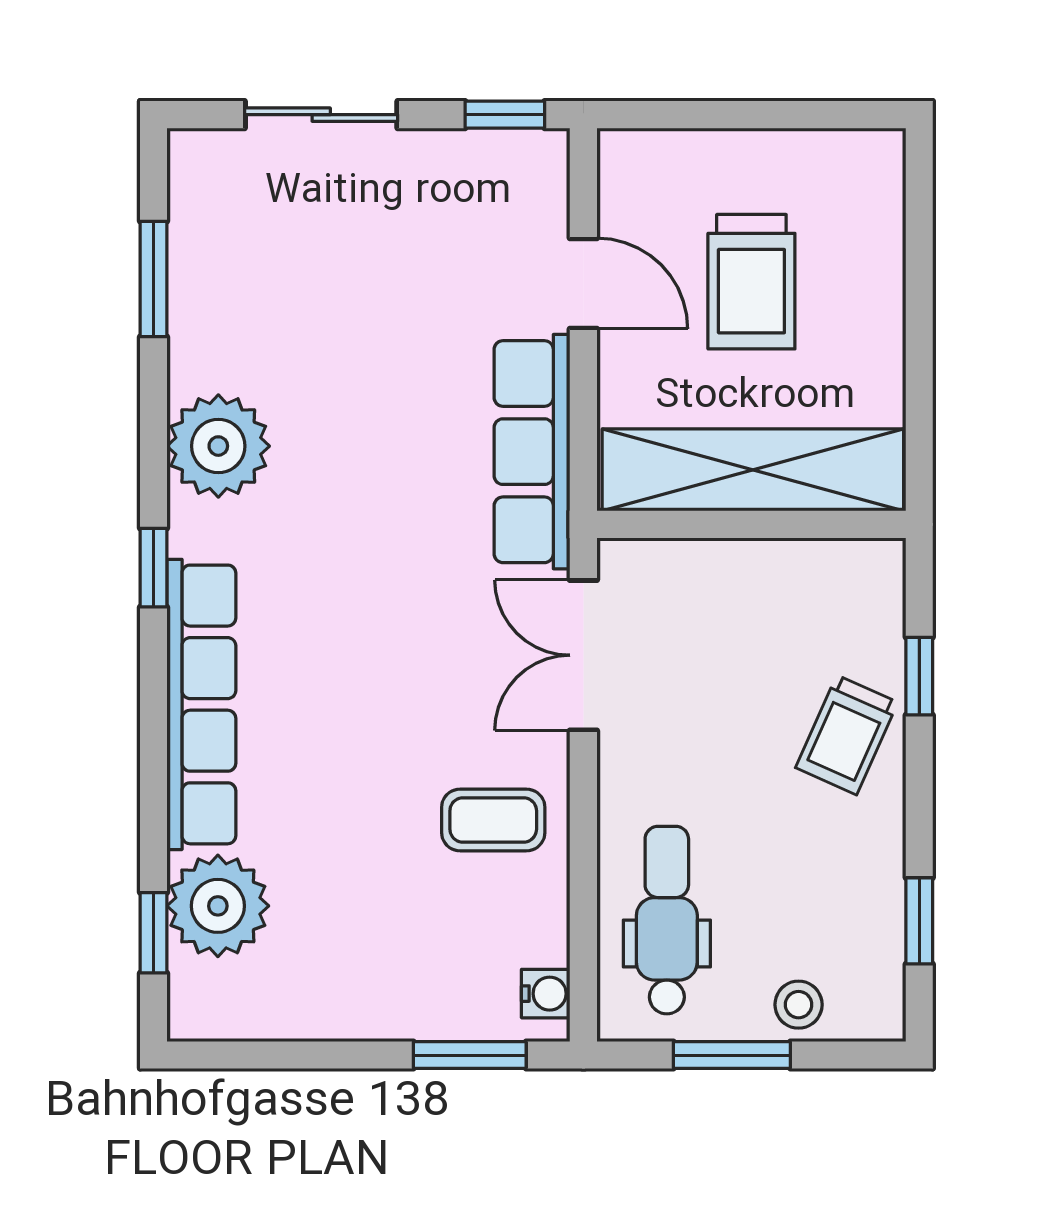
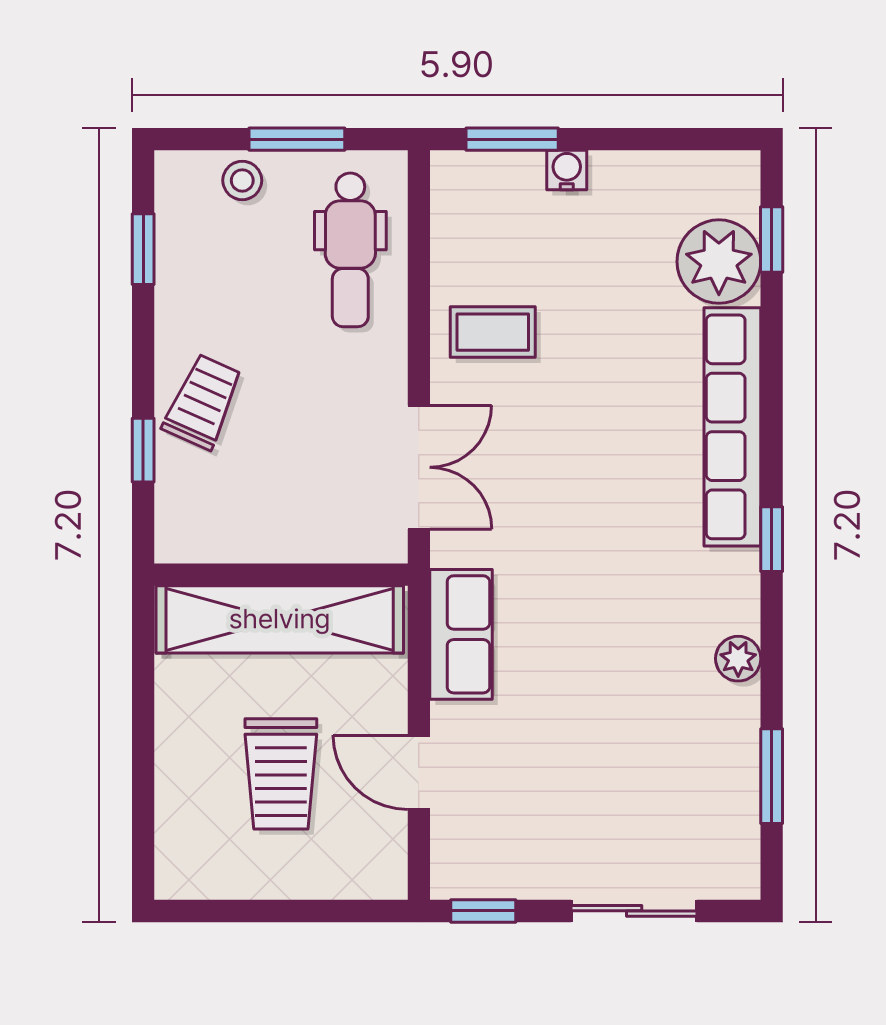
trolley: (751, 282) -> (281, 774), turned 180
plant: (218, 446) -> (738, 659), width x0.53, depth x0.53
row of seats: (532, 452) -> (461, 634), width x0.68
water cooler: (546, 994) -> (567, 170), moved, turned 90

